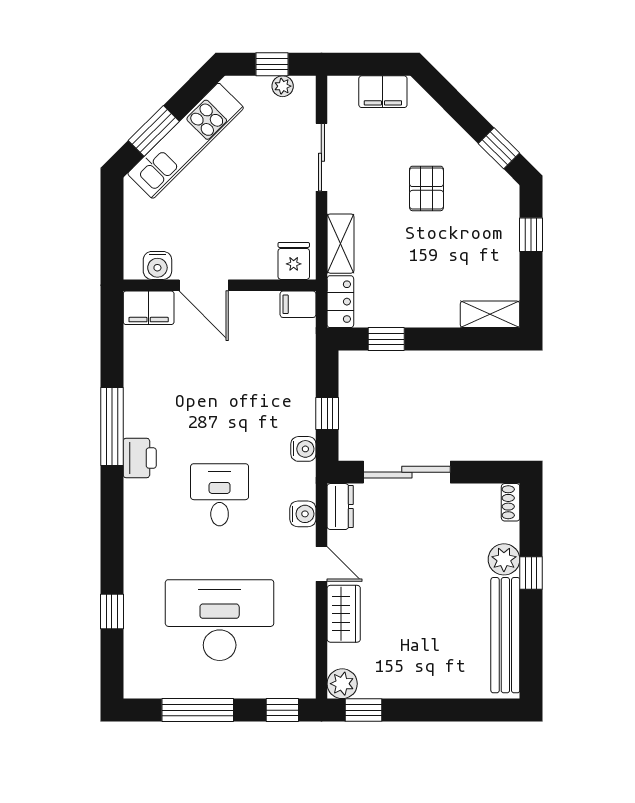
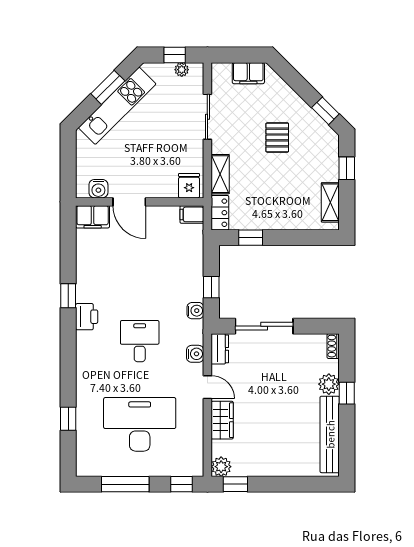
window: (154, 131) -> (108, 87), moved
shelving: (490, 314) -> (330, 202), moved, turned 90
window: (112, 426) -> (68, 296), width x0.46

